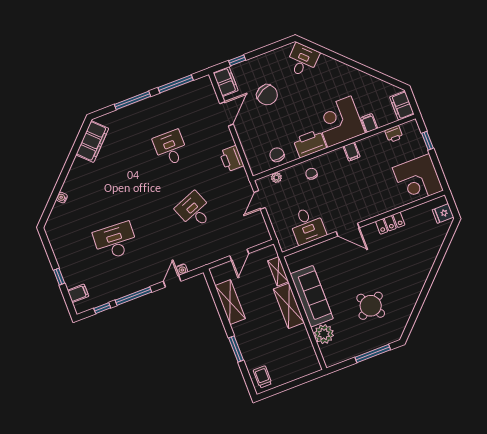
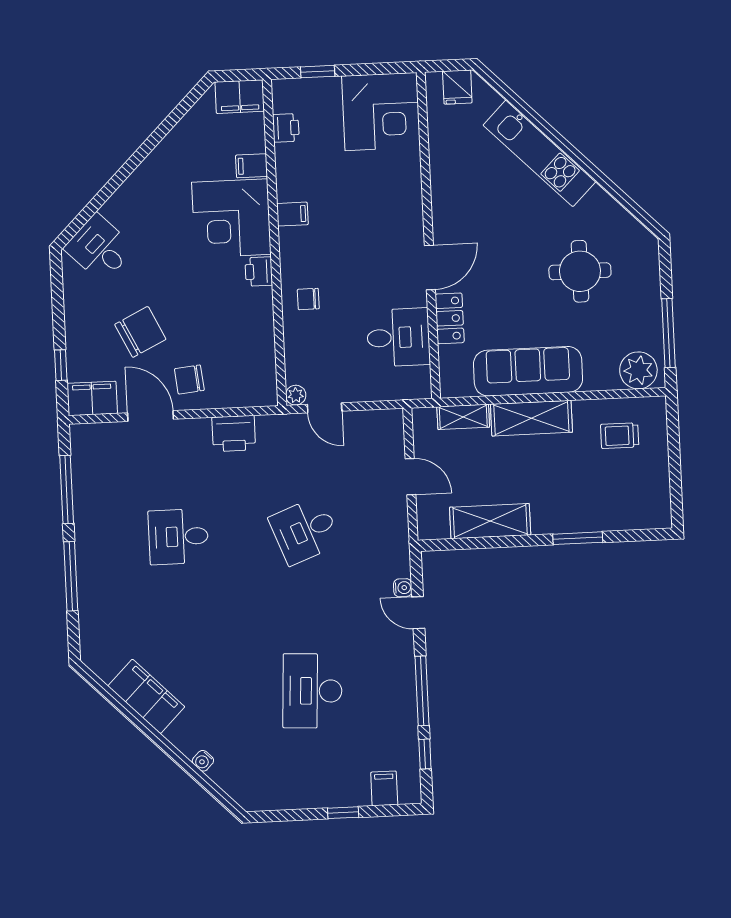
filing cabinet: (92, 142) -> (146, 696), moved
printer: (310, 144) -> (259, 272), width x0.53, depth x0.68
chair: (277, 155) -> (189, 380), moved
plant: (276, 178) -> (296, 395), moved
locker: (390, 223) -> (450, 318), moved
kitchen unit: (423, 266) -> (539, 153), added
round table: (371, 306) -> (580, 271), turned 31
plant: (324, 334) -> (638, 370), moved
window: (373, 353) -> (668, 333), moved
trolley: (263, 377) -> (620, 436), moved

